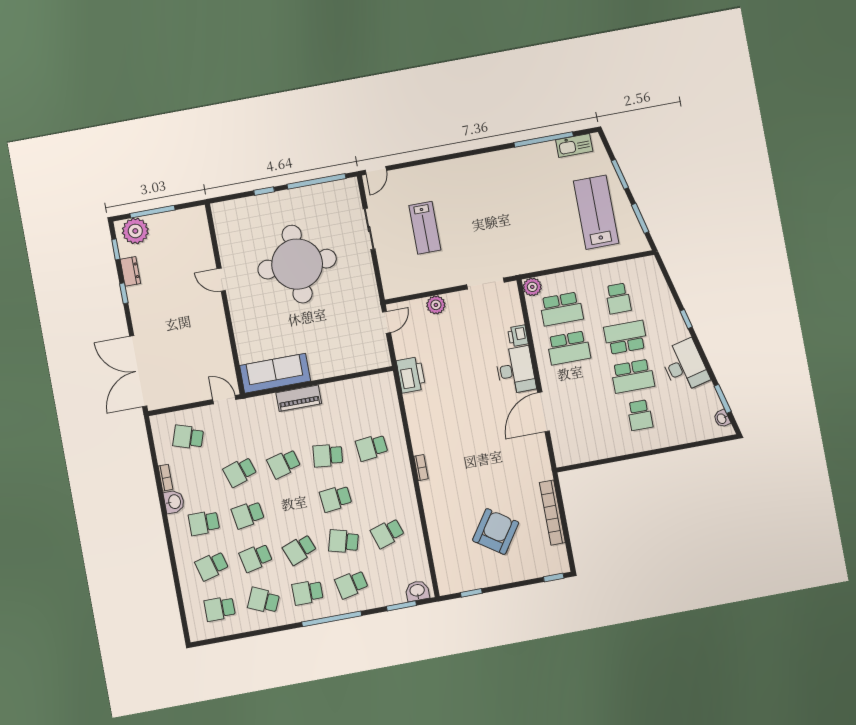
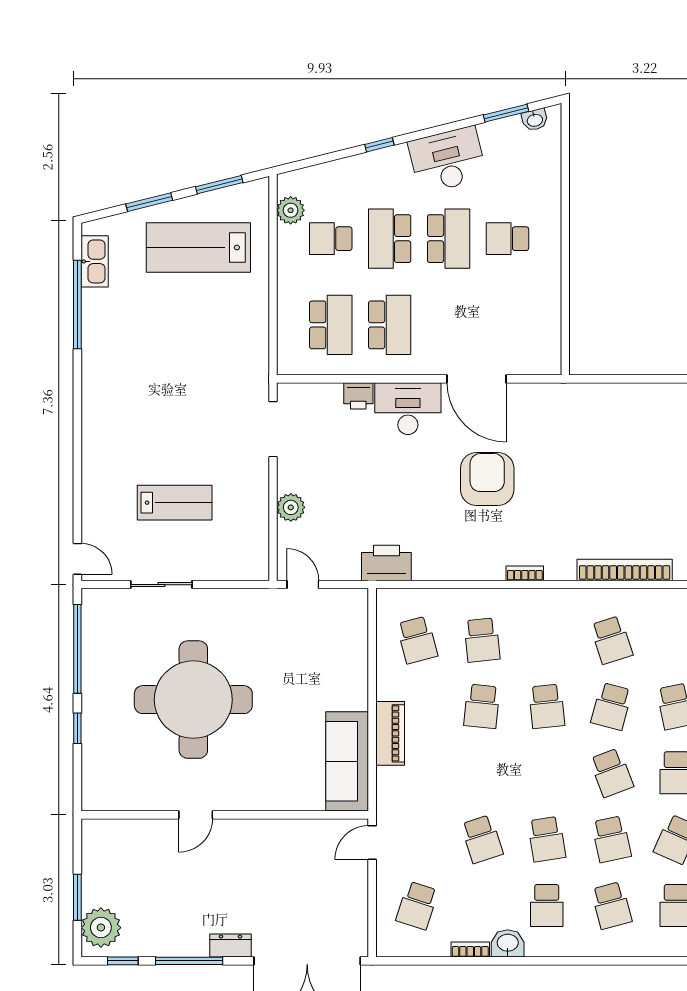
window: (152, 212) -> (77, 897), width x0.69
dresser: (130, 271) -> (231, 946), moved
plant: (532, 287) -> (291, 210), moved
window: (124, 293) -> (189, 961), width x2.17
school desk: (618, 298) -> (331, 239), turned 180
school desk: (640, 415) -> (507, 239), turned 180
school desk: (284, 464) -> (417, 640), moved
bookcase: (552, 513) -> (625, 570), moved, turned 180
armchair: (496, 531) -> (487, 479), moved, turned 56

